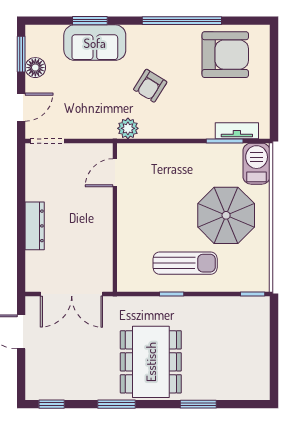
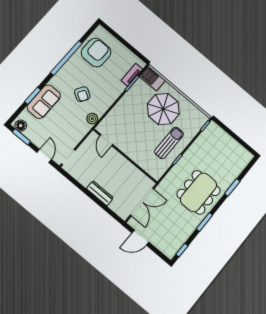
floor lamp: (35, 68) -> (21, 126), moved
dining table: (151, 362) -> (199, 192), turned 90

